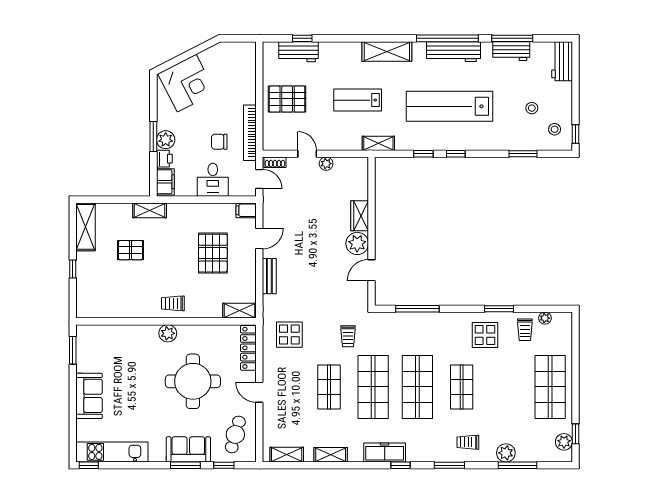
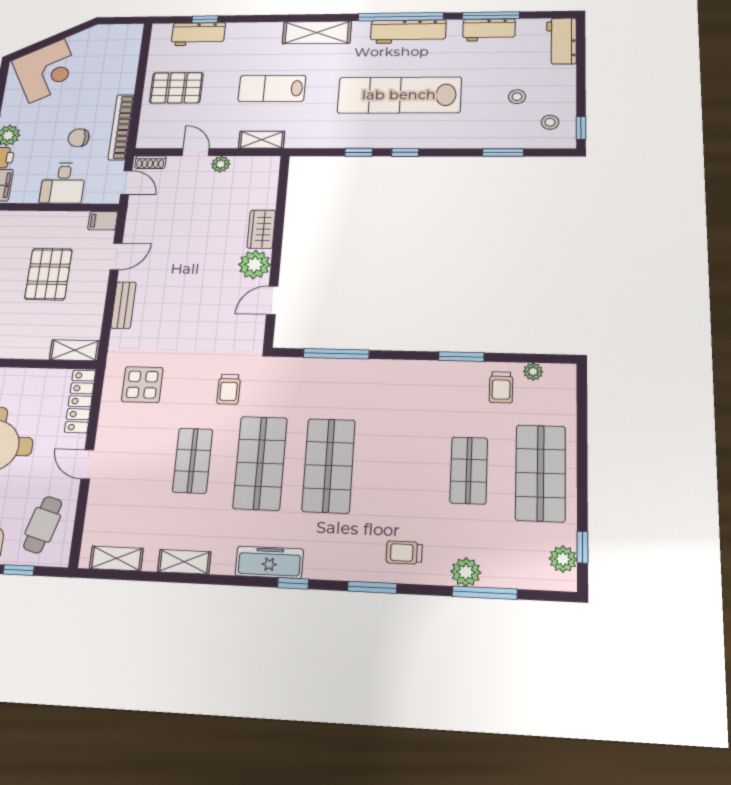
shelving: (378, 143) -> (262, 140), moved
display table: (485, 335) -> (438, 393), removed
shop shelf: (462, 387) -> (469, 470), moved

